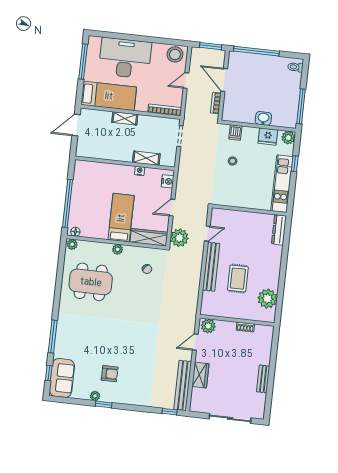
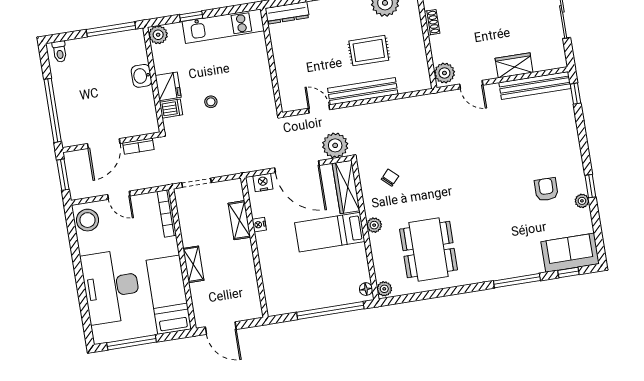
fridge: (268, 137) -> (168, 86), moved
door: (172, 208) -> (297, 167), width x1.87

